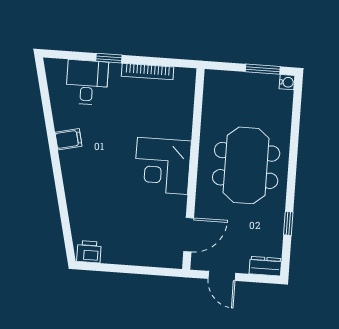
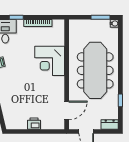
meeting table: (246, 165) -> (95, 70), width x1.36
corner desk: (162, 166) -> (50, 61), moved
printer: (89, 252) -> (34, 124), moved

